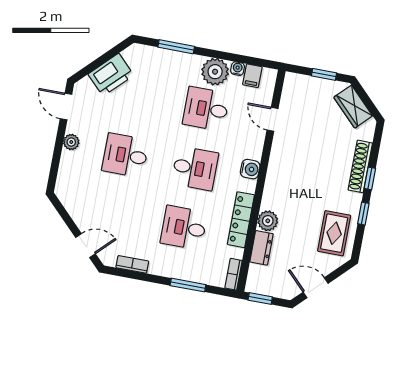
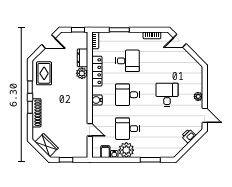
printer: (111, 75) -> (189, 136), width x0.53, depth x0.68
desk: (206, 109) -> (127, 129), turned 180
desk: (125, 155) -> (167, 95), turned -90

